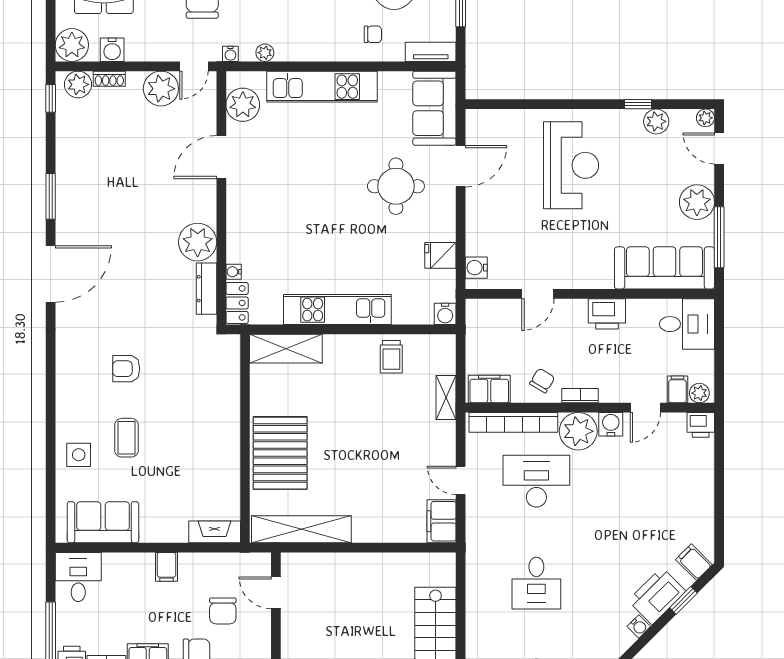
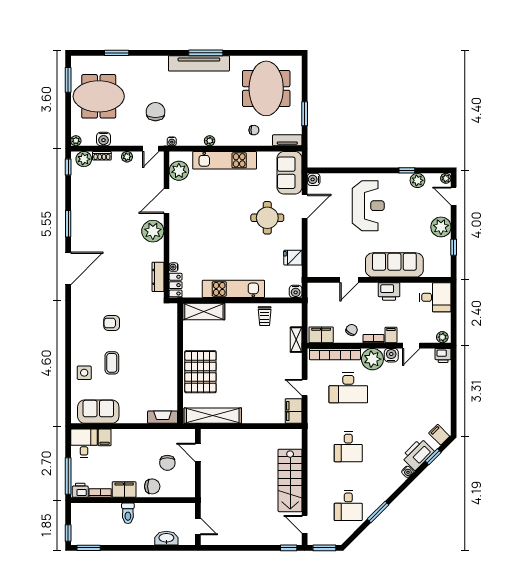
plant: (72, 45) -> (76, 141), width x0.53, depth x0.53
plant: (265, 53) -> (210, 141), moved
plant: (161, 89) -> (127, 157), width x0.53, depth x0.53
window: (719, 237) -> (454, 247), width x0.46
plant: (198, 242) -> (153, 231), moved
water cooler: (476, 268) -> (314, 179), moved
sofa: (664, 268) -> (394, 265), moved
filing cabinet: (677, 389) -> (391, 335), moved
desk: (536, 481) -> (348, 388), turned 180
filing cabinet: (167, 567) -> (105, 437), moved

